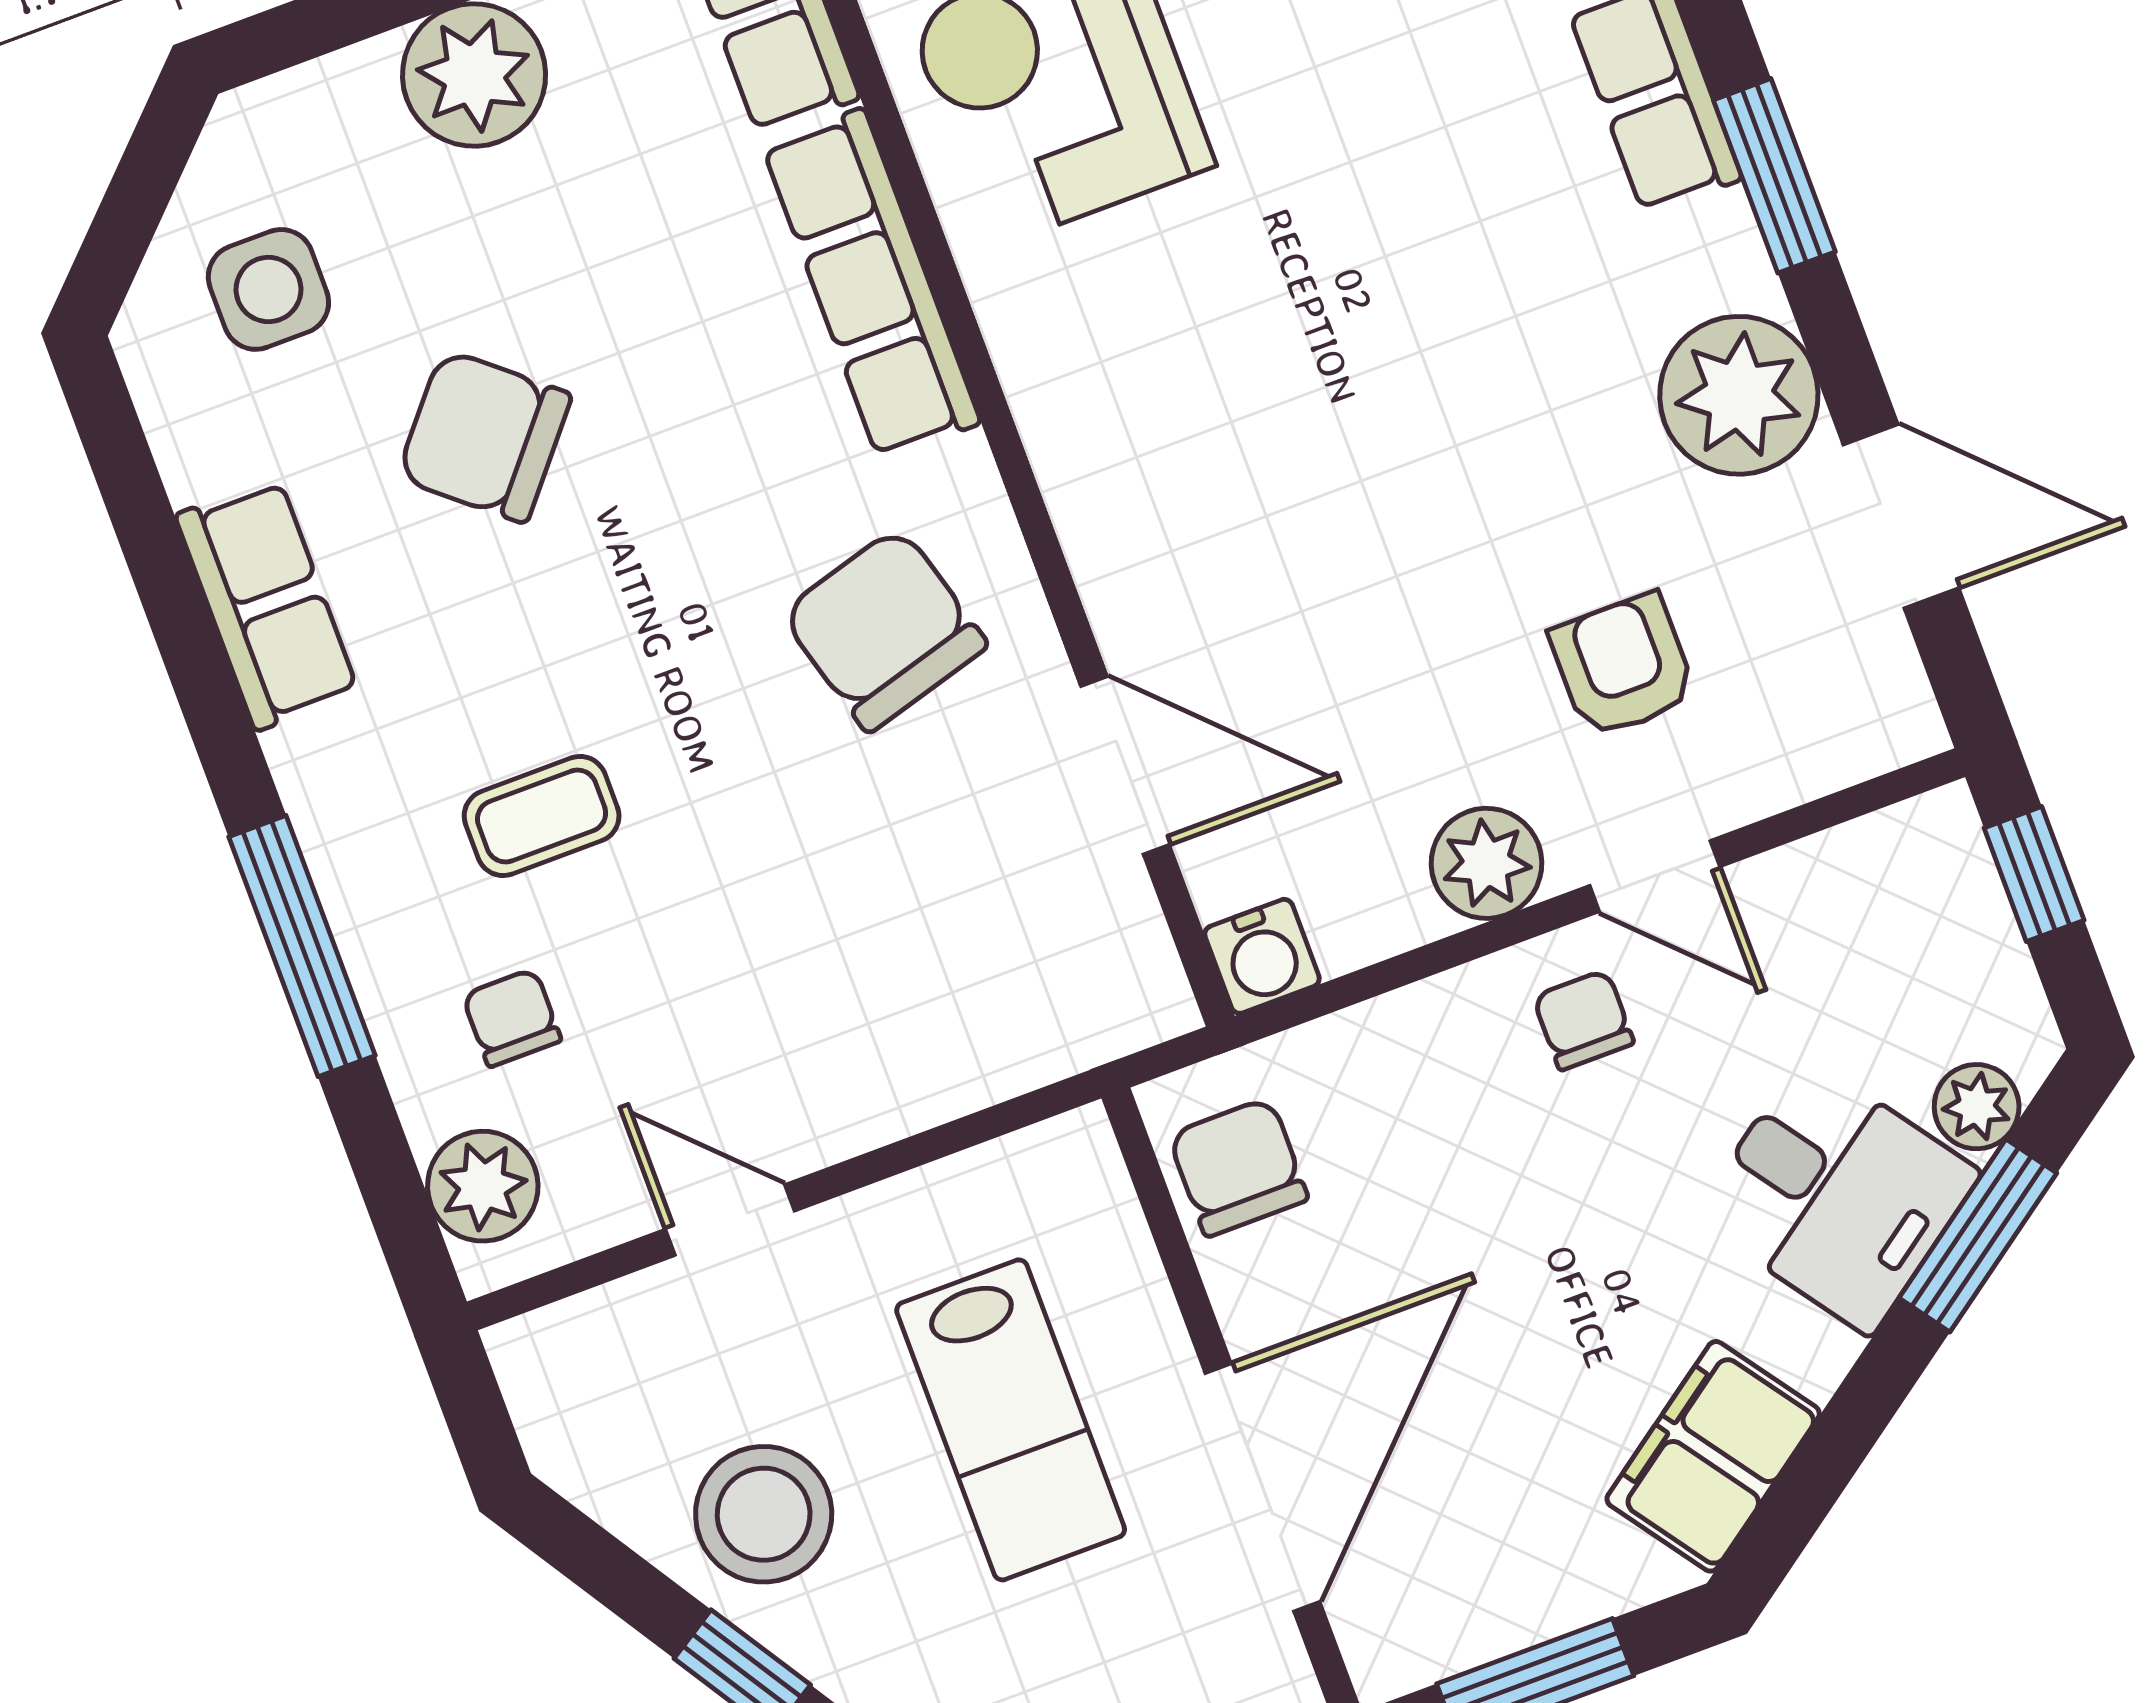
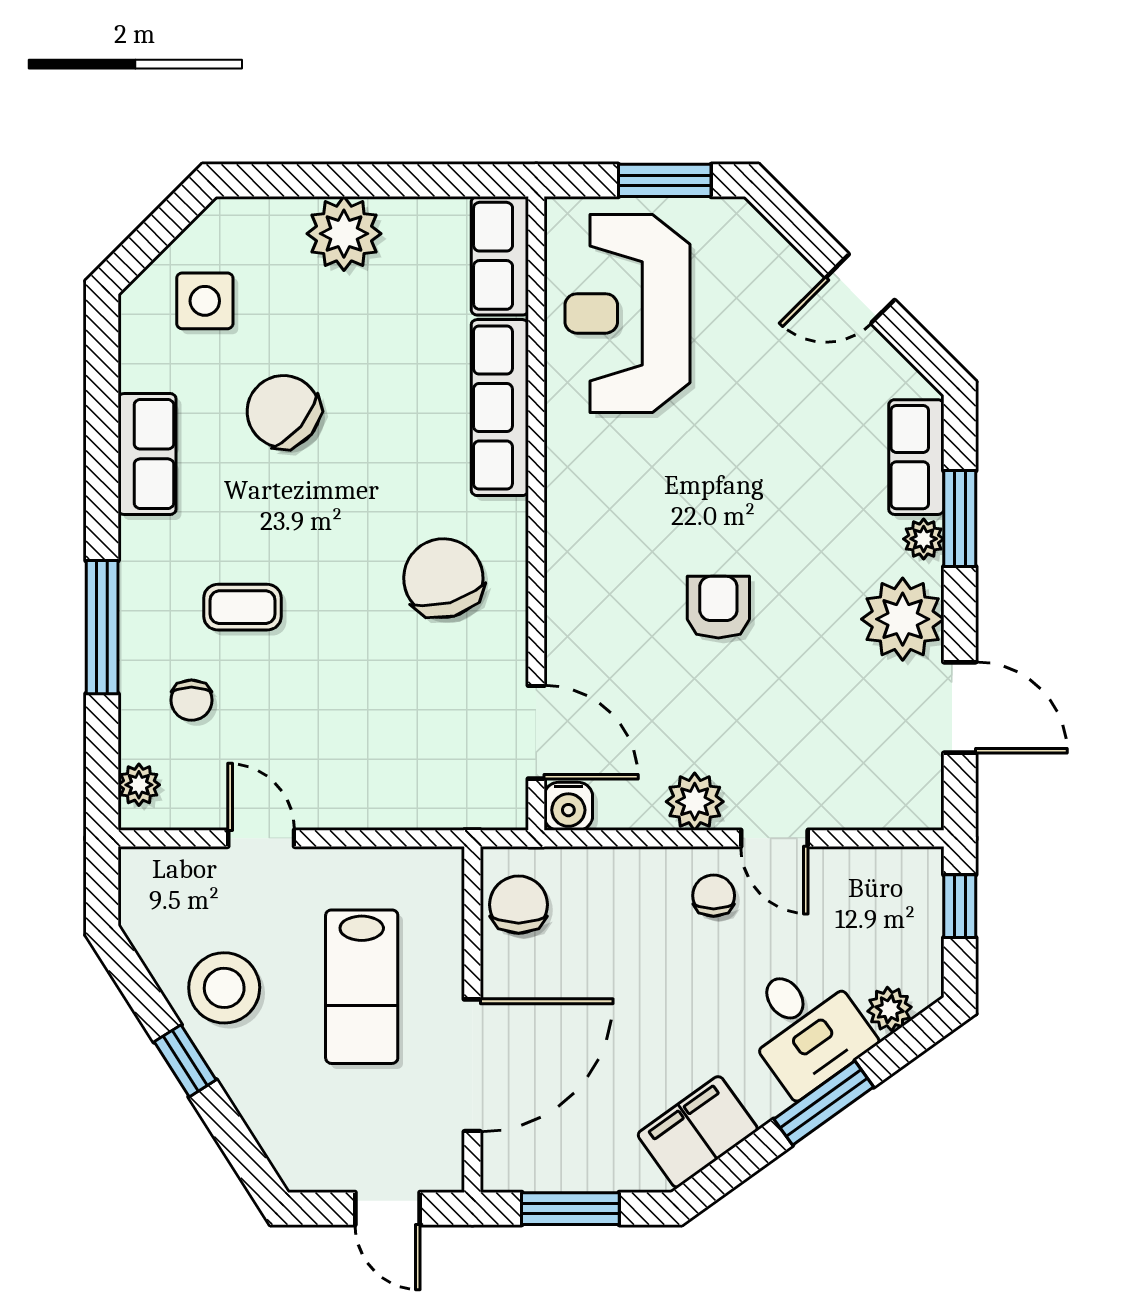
plant: (1723, 237) -> (924, 539), added
armchair: (1623, 666) -> (718, 607), moved
door: (1125, 765) -> (536, 732), moved
chair: (512, 1018) -> (191, 700), turned 180
plant: (483, 1186) -> (139, 785), width x0.73, depth x0.73
window: (1978, 1235) -> (824, 1103), moved

